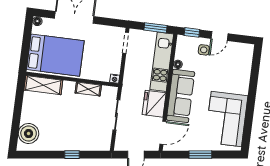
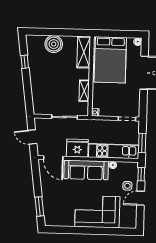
door: (220, 36) -> (141, 198), hinge flipped
corner sofa: (226, 119) -> (97, 212), moved
boiler: (29, 133) -> (54, 44), moved
window: (72, 155) -> (25, 62), moved
window: (200, 155) -> (39, 206), moved

